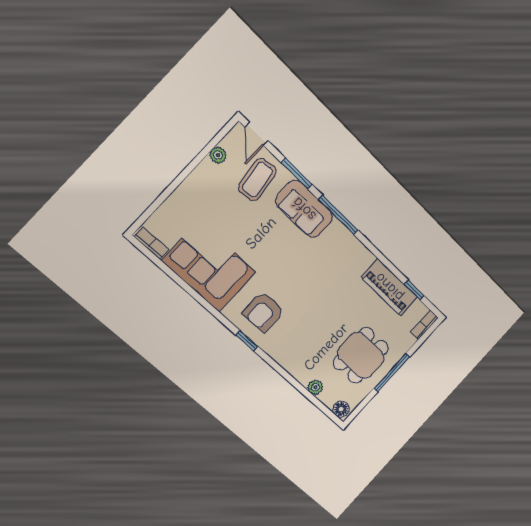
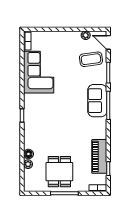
door: (256, 134) -> (108, 42), hinge flipped
sofa: (304, 209) -> (97, 101), moved
armchair: (263, 312) -> (40, 111), removed
dining table: (361, 355) -> (59, 172), turned 90
floor lamp: (341, 409) -> (28, 154), moved

